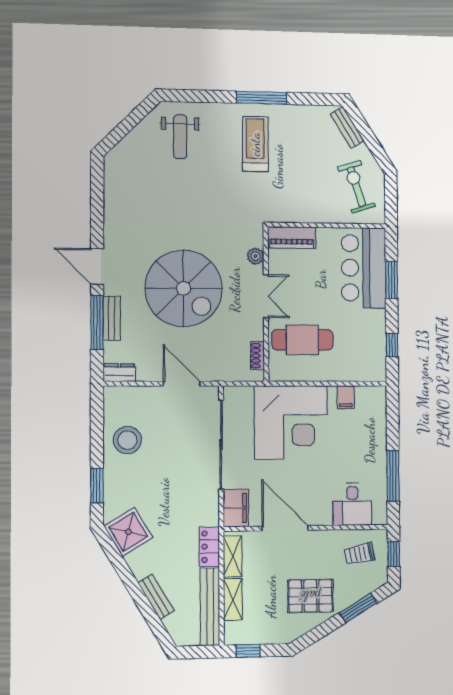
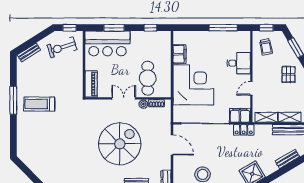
weight bench: (180, 137) -> (36, 146), removed
window: (391, 201) -> (70, 28), added
plant: (255, 256) -> (143, 104), moved
door: (182, 384) -> (172, 145), swing flipped
filing cabinet: (346, 397) -> (179, 54), width x2.00
desk: (352, 504) -> (239, 63), moved
door: (285, 528) -> (251, 88), width x0.53
locker: (209, 547) -> (244, 130), moved
pallet: (310, 596) -> (289, 74), width x0.67, depth x0.71

